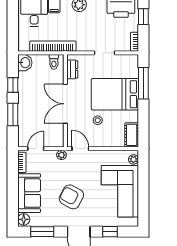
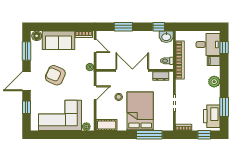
window: (13, 85) -> (159, 27), moved
door: (80, 149) -> (95, 93), moved
armchair: (71, 197) -> (55, 75), turned -94

